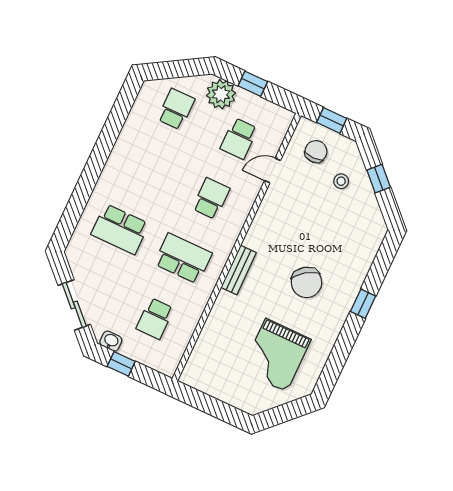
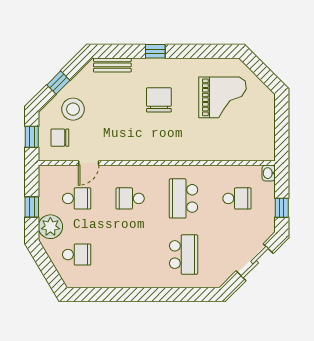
school desk: (176, 109) -> (77, 255), turned 180
door: (272, 170) -> (89, 163), hinge flipped
stool: (341, 181) -> (73, 109), width x1.89, depth x1.89
bench: (239, 270) -> (112, 65), moved
chair: (306, 282) -> (159, 100), turned -55
washbasin: (111, 341) -> (269, 173), moved

